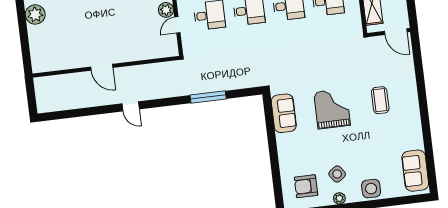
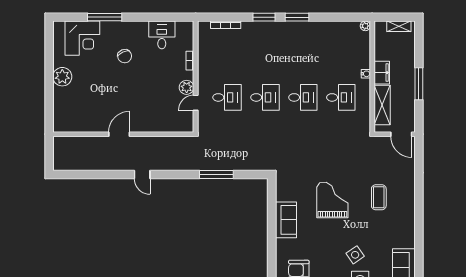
door: (102, 67) -> (119, 134), swing flipped
sofa: (284, 113) -> (286, 220), moved
side table: (337, 174) -> (355, 255), moved

